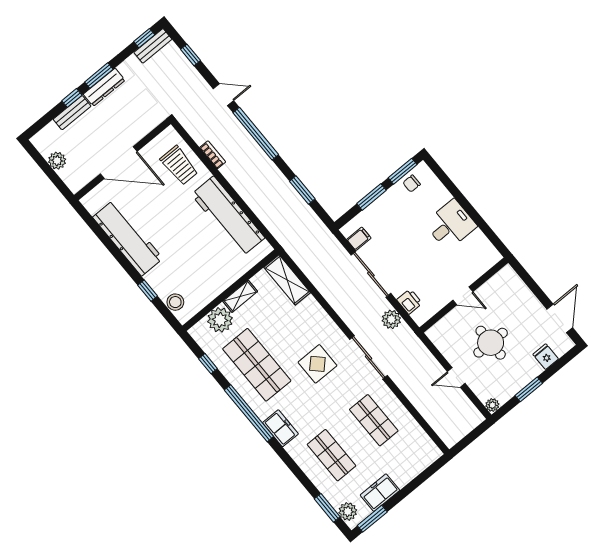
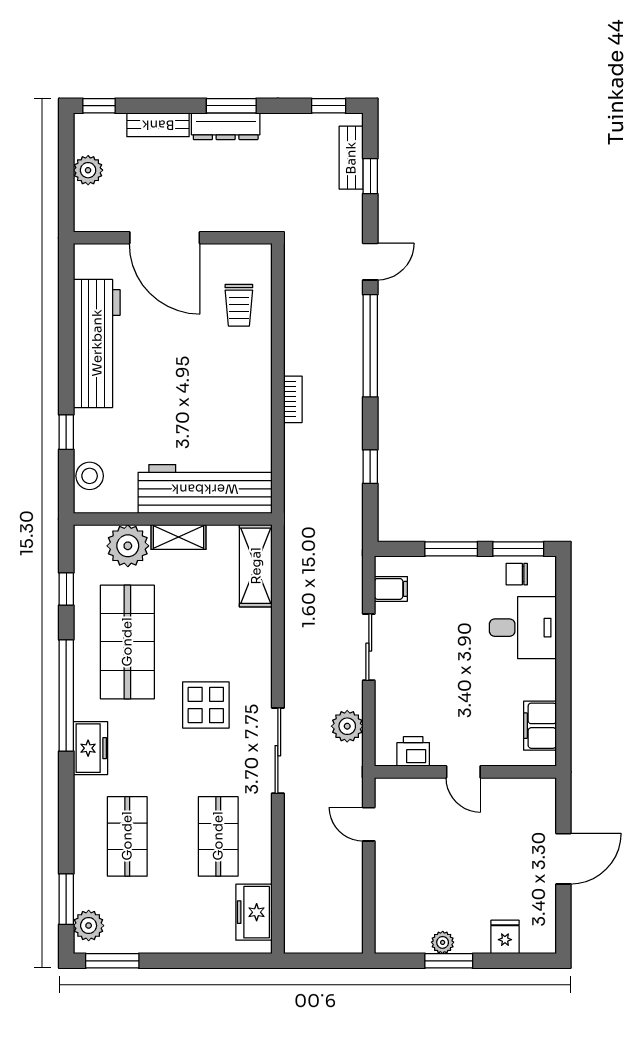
bench: (153, 46) -> (351, 158), moved, turned 90
door: (223, 95) -> (370, 262), hinge flipped
window: (72, 98) -> (99, 106), moved
bookcase: (213, 155) -> (293, 399), moved
trolley: (179, 165) -> (239, 305), width x0.73, depth x0.72
window: (302, 190) -> (370, 467), width x0.67
workbench: (228, 216) -> (205, 489), moved, turned 90
desk: (451, 225) -> (523, 628), moved
filing cabinet: (481, 245) -> (540, 726), added
sliding door: (371, 274) -> (369, 647), width x0.73
printer: (409, 302) -> (413, 751), moved, turned -90
door: (560, 318) -> (563, 859), moved
round table: (491, 343) -> (449, 861), removed
door: (456, 377) -> (369, 824), moved
plant: (492, 405) -> (443, 942), moved
freezer: (380, 493) -> (254, 912), moved, turned -90

